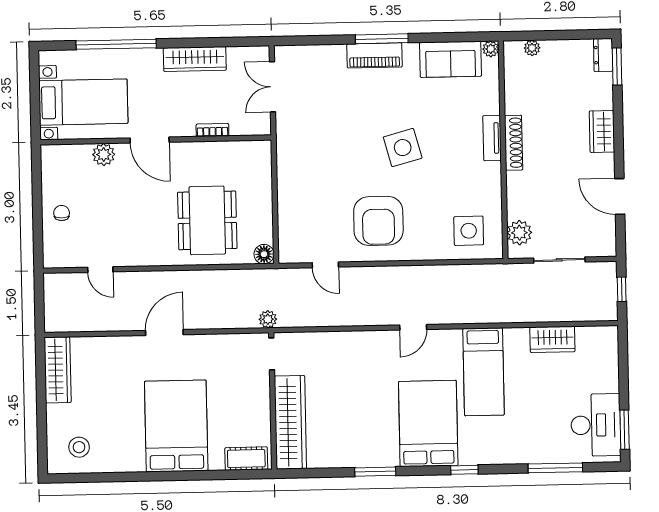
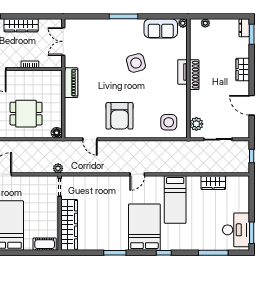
piano: (375, 55) -> (71, 83), moved, turned -90
side table: (403, 148) -> (136, 63), moved
dining table: (207, 220) -> (26, 114), width x0.73

